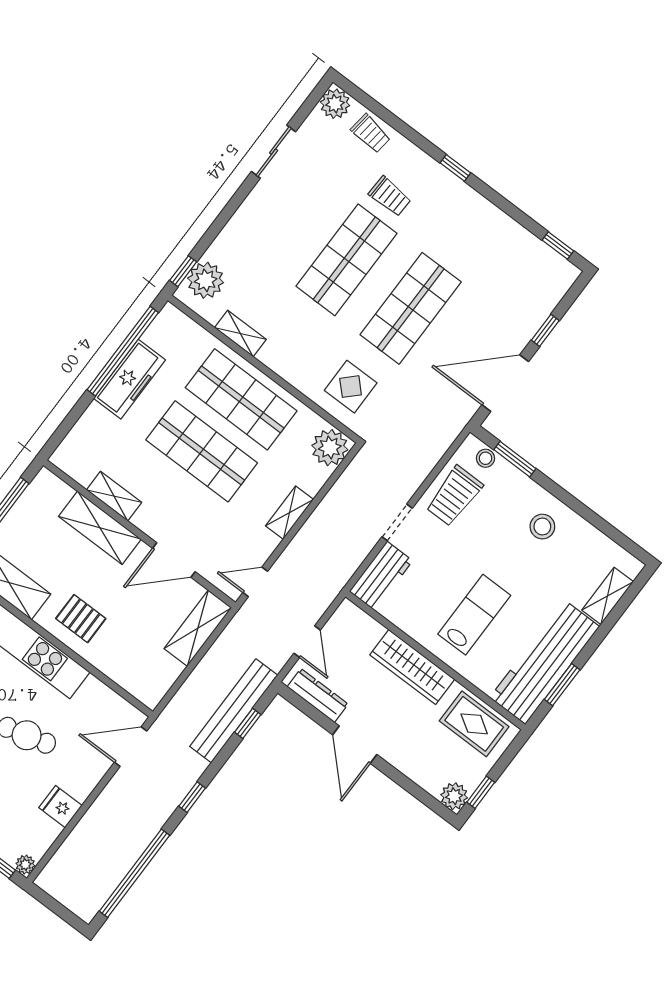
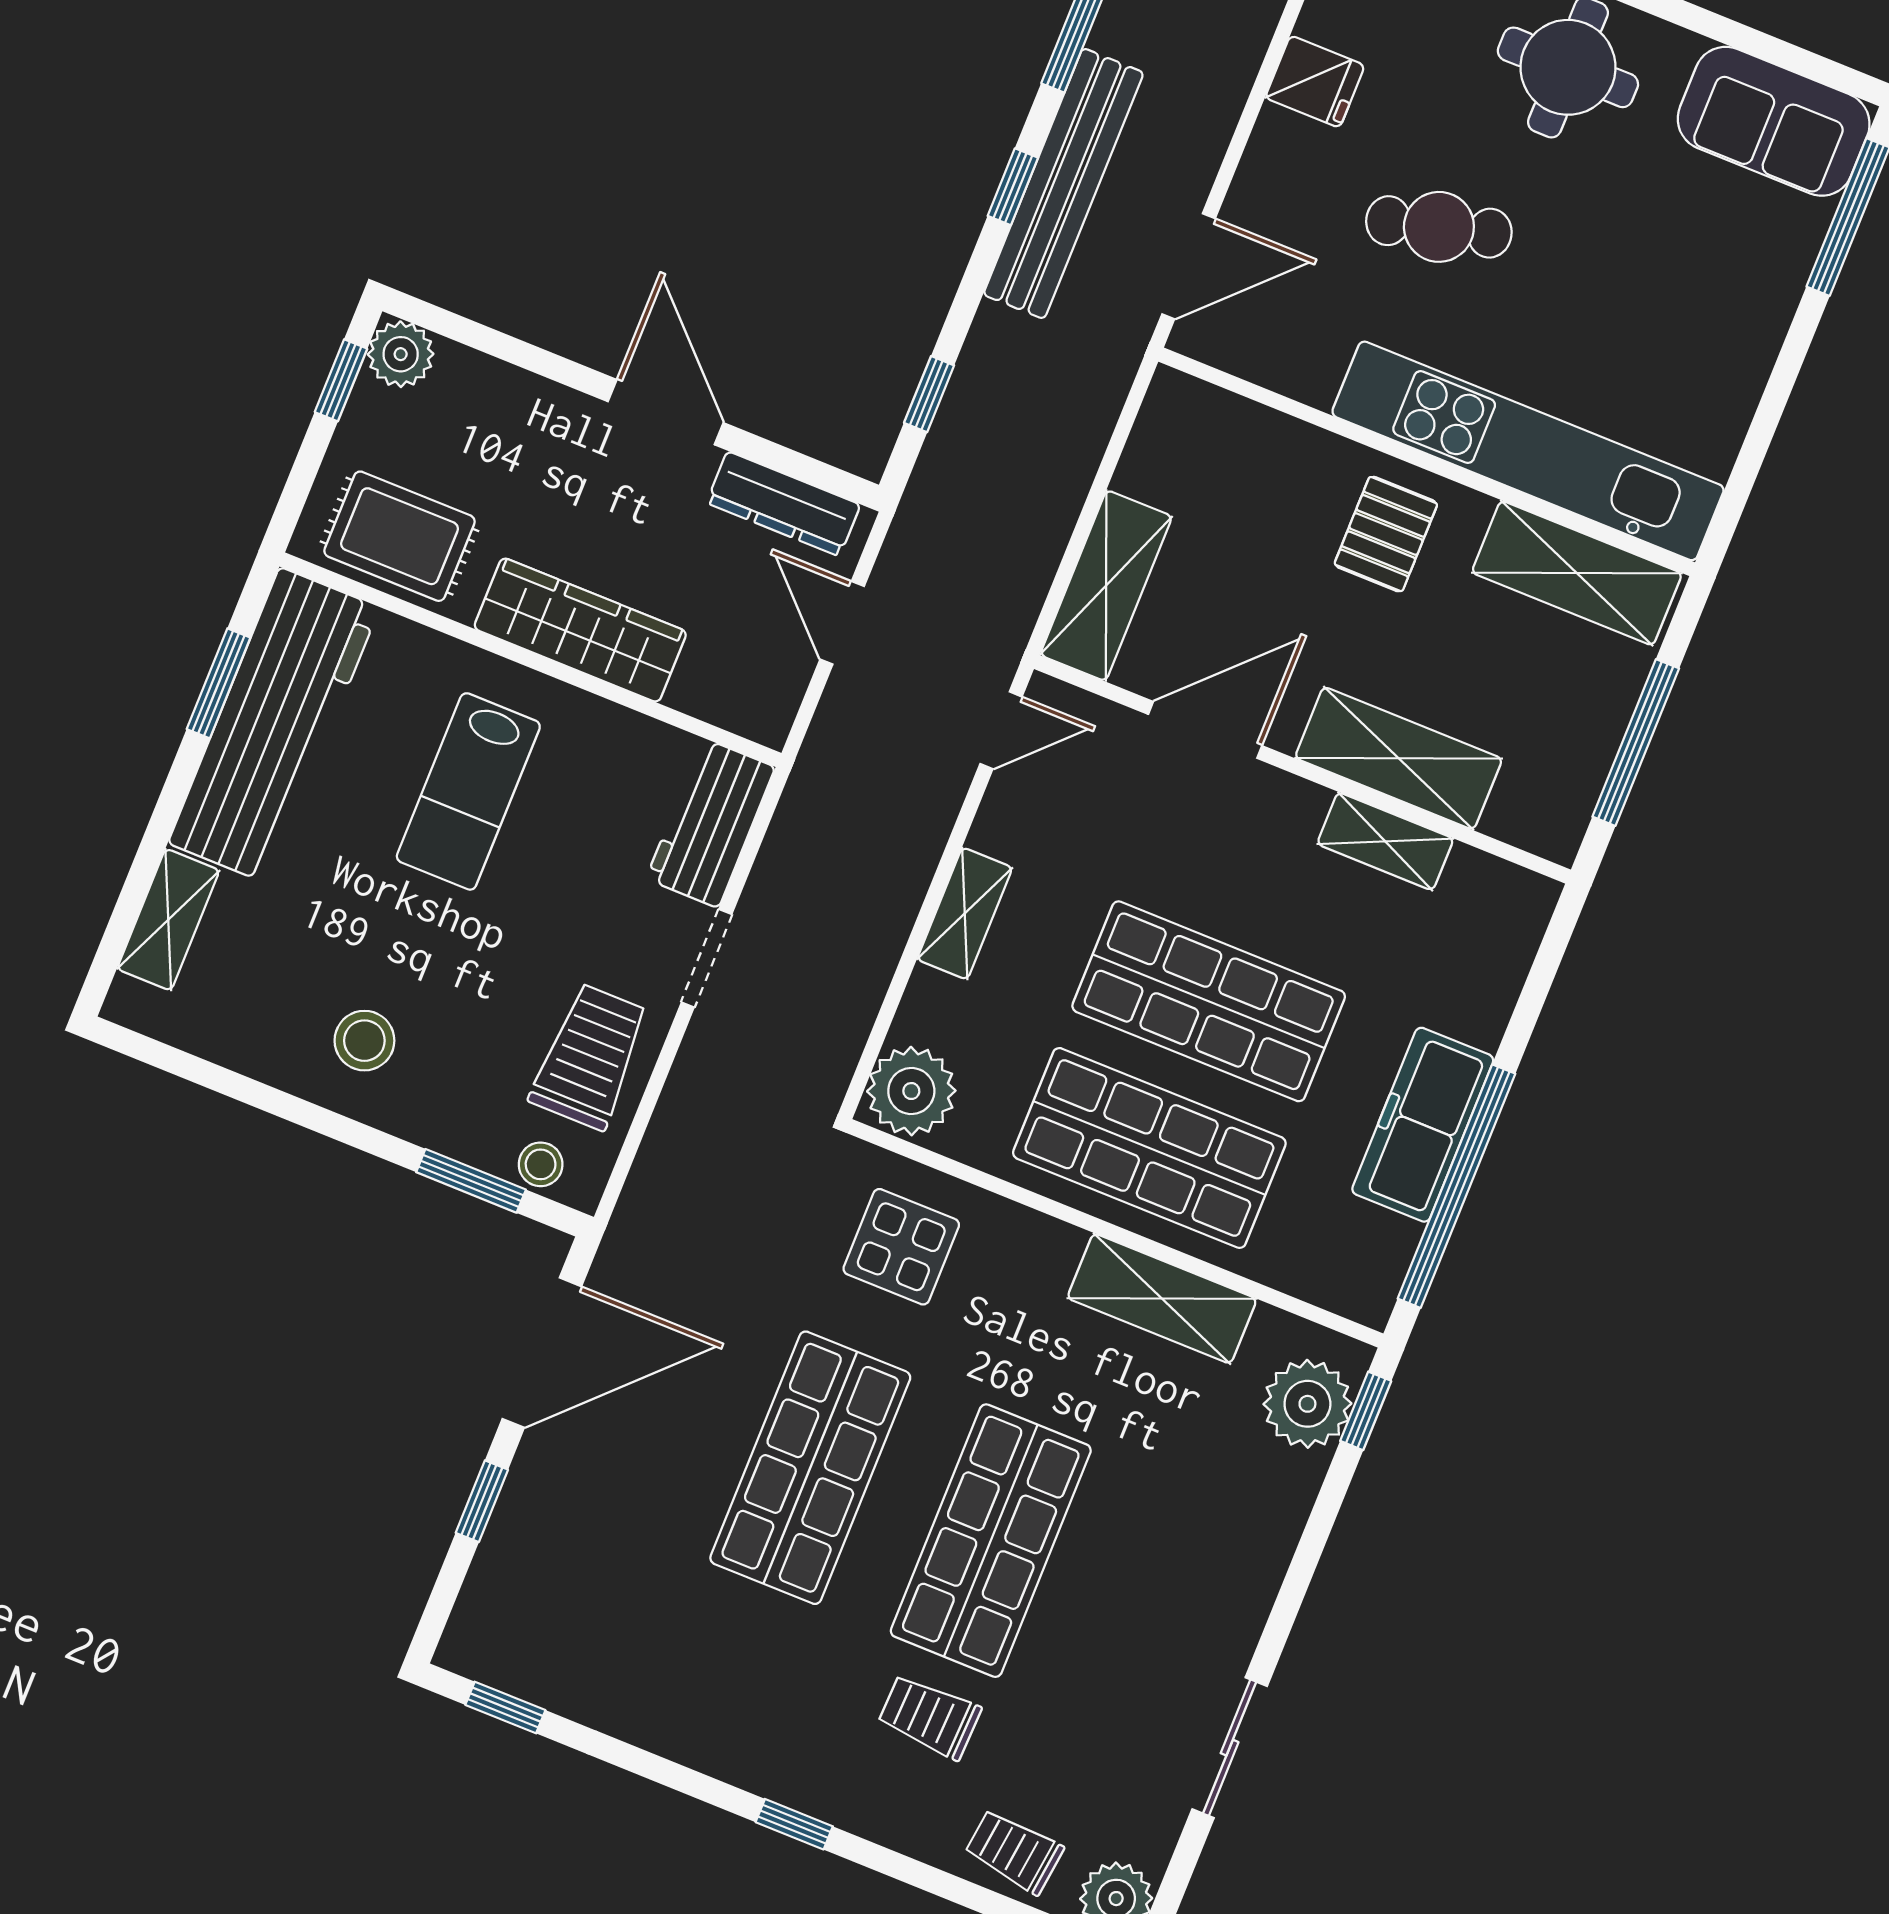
shelving: (240, 333) -> (1162, 1299), width x1.50, depth x1.33
pallet: (81, 619) -> (1386, 534), turned 90
bench: (234, 711) -> (1063, 184), moved

